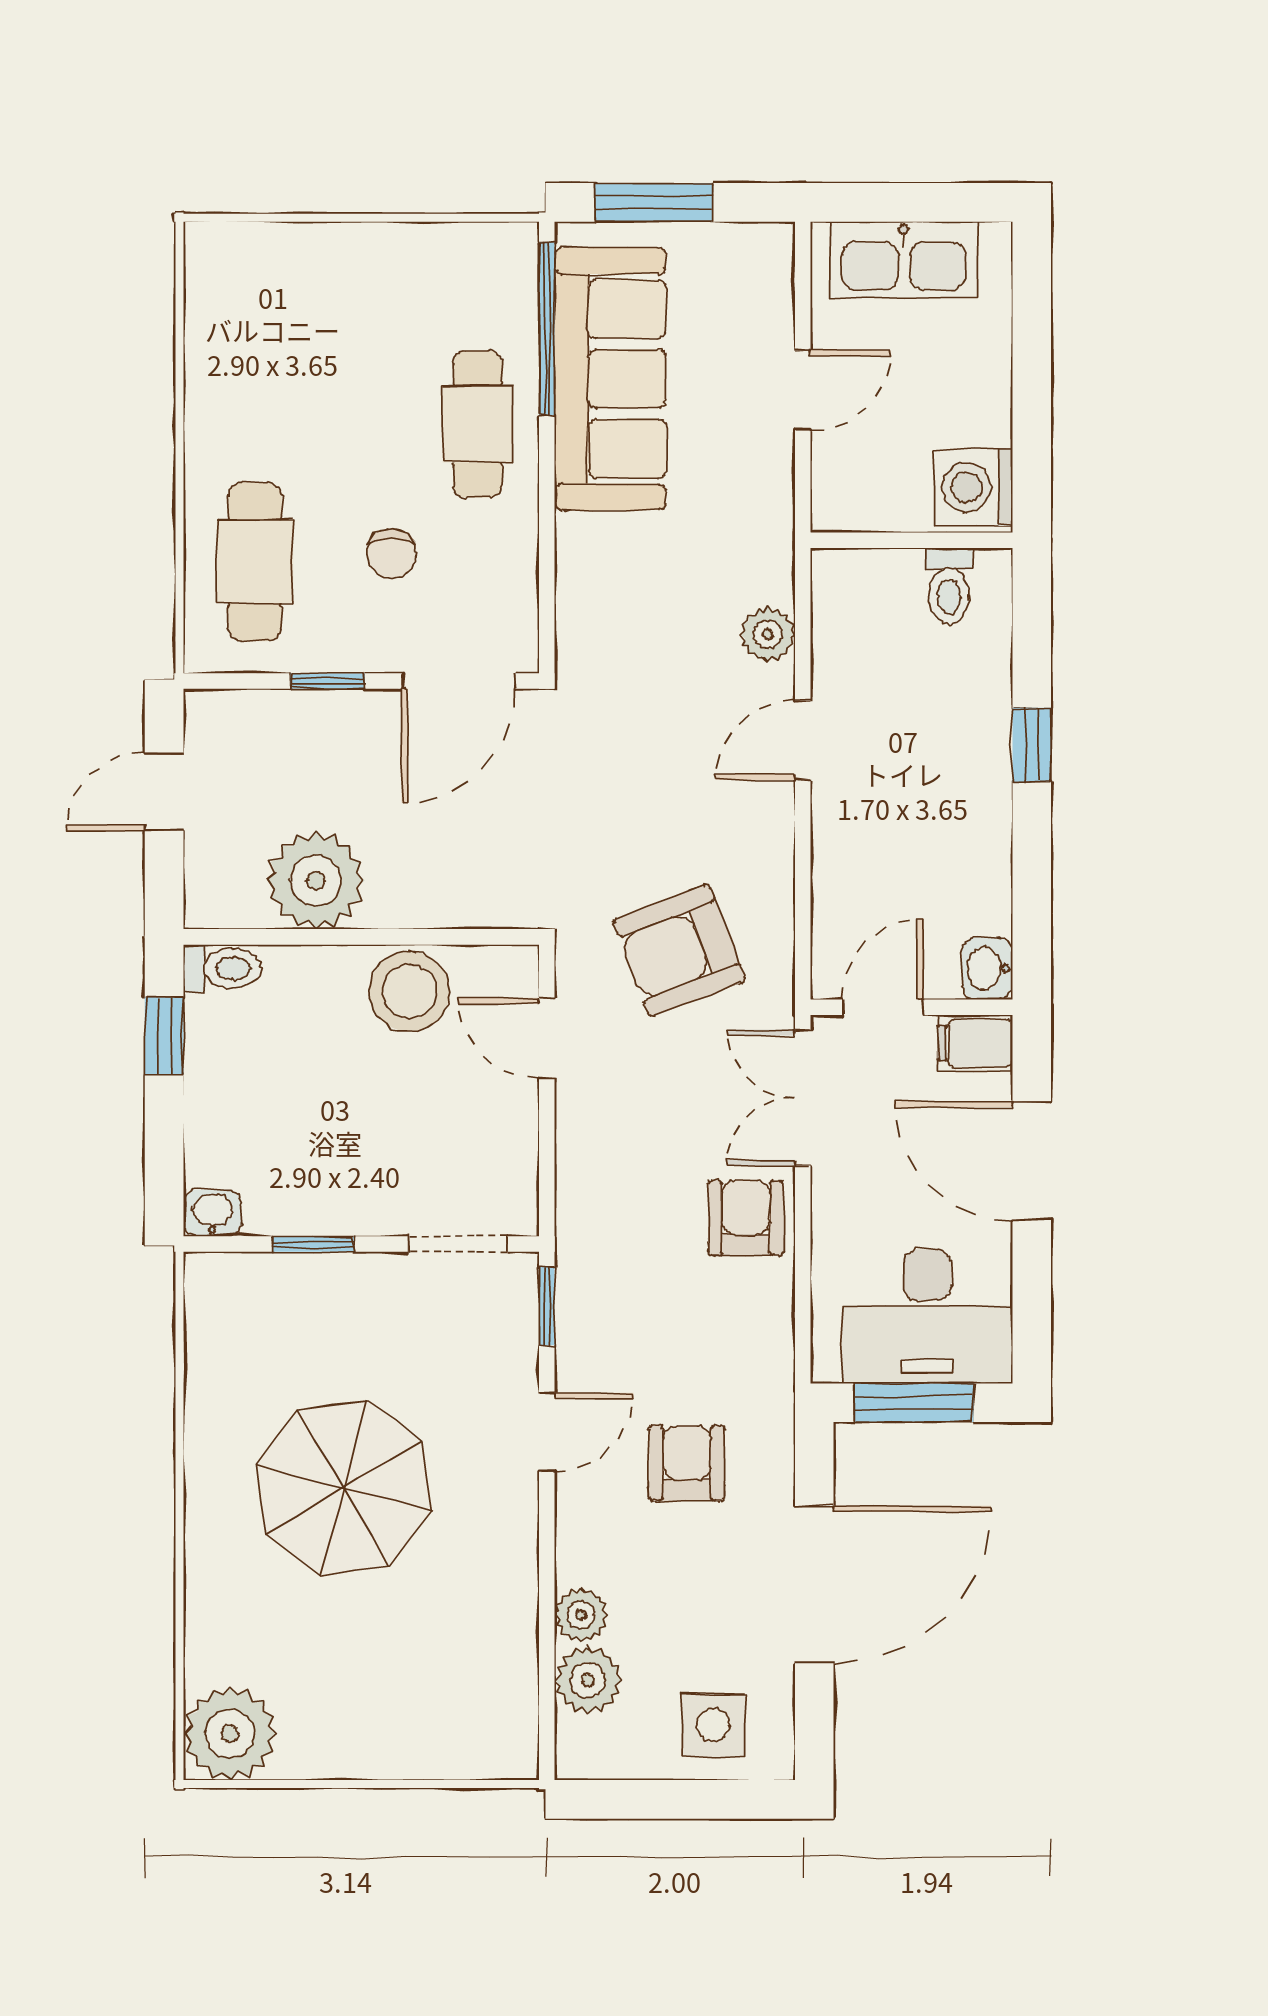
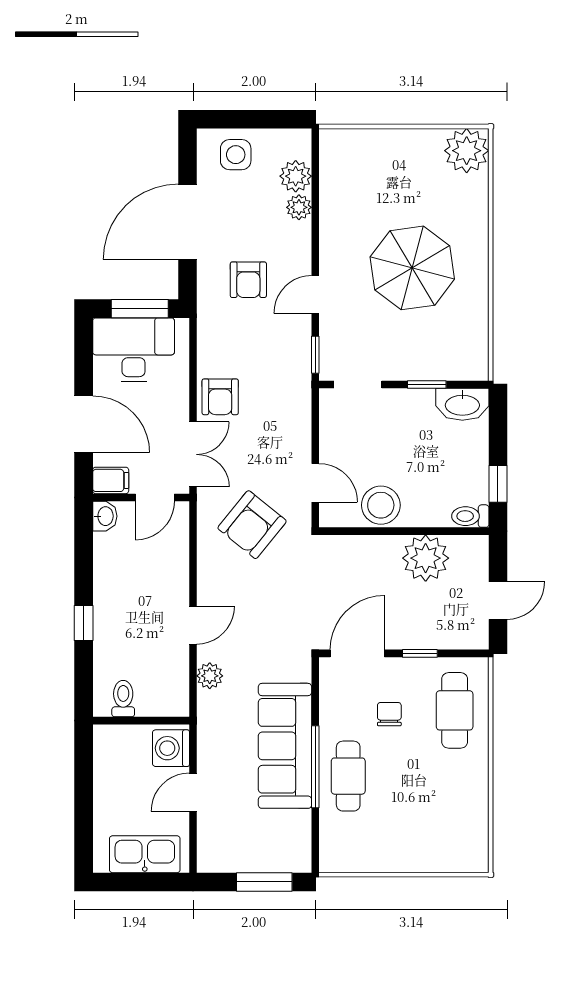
window: (547, 329) -> (315, 767), moved
sofa: (610, 379) -> (285, 746), moved
washing machine: (974, 487) -> (171, 748), moved, turned 180
armchair: (679, 951) -> (252, 525), turned 150
washbasin: (212, 1213) -> (462, 404), width x1.91, depth x1.45

